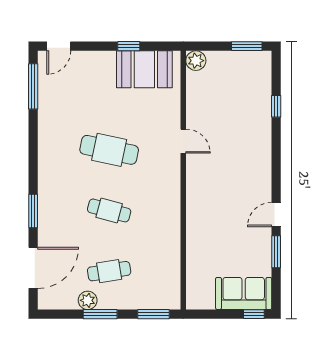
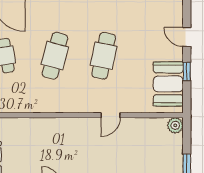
door: (59, 46) -> (187, 37), moved
cafe table: (109, 210) -> (55, 56), width x1.37, depth x1.35

